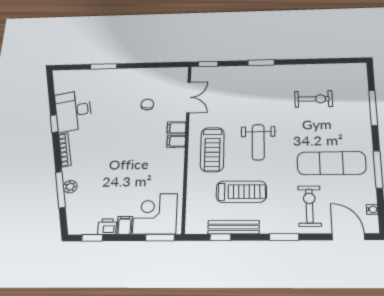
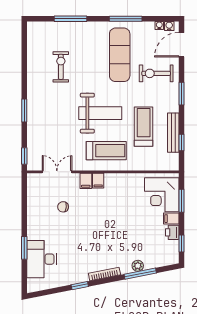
desk: (73, 111) -> (42, 259), moved, turned 101
weight bench: (258, 142) -> (100, 113), width x1.36, depth x1.33
water cooler: (372, 221) -> (169, 26), added
window: (160, 238) -> (181, 201), moved

